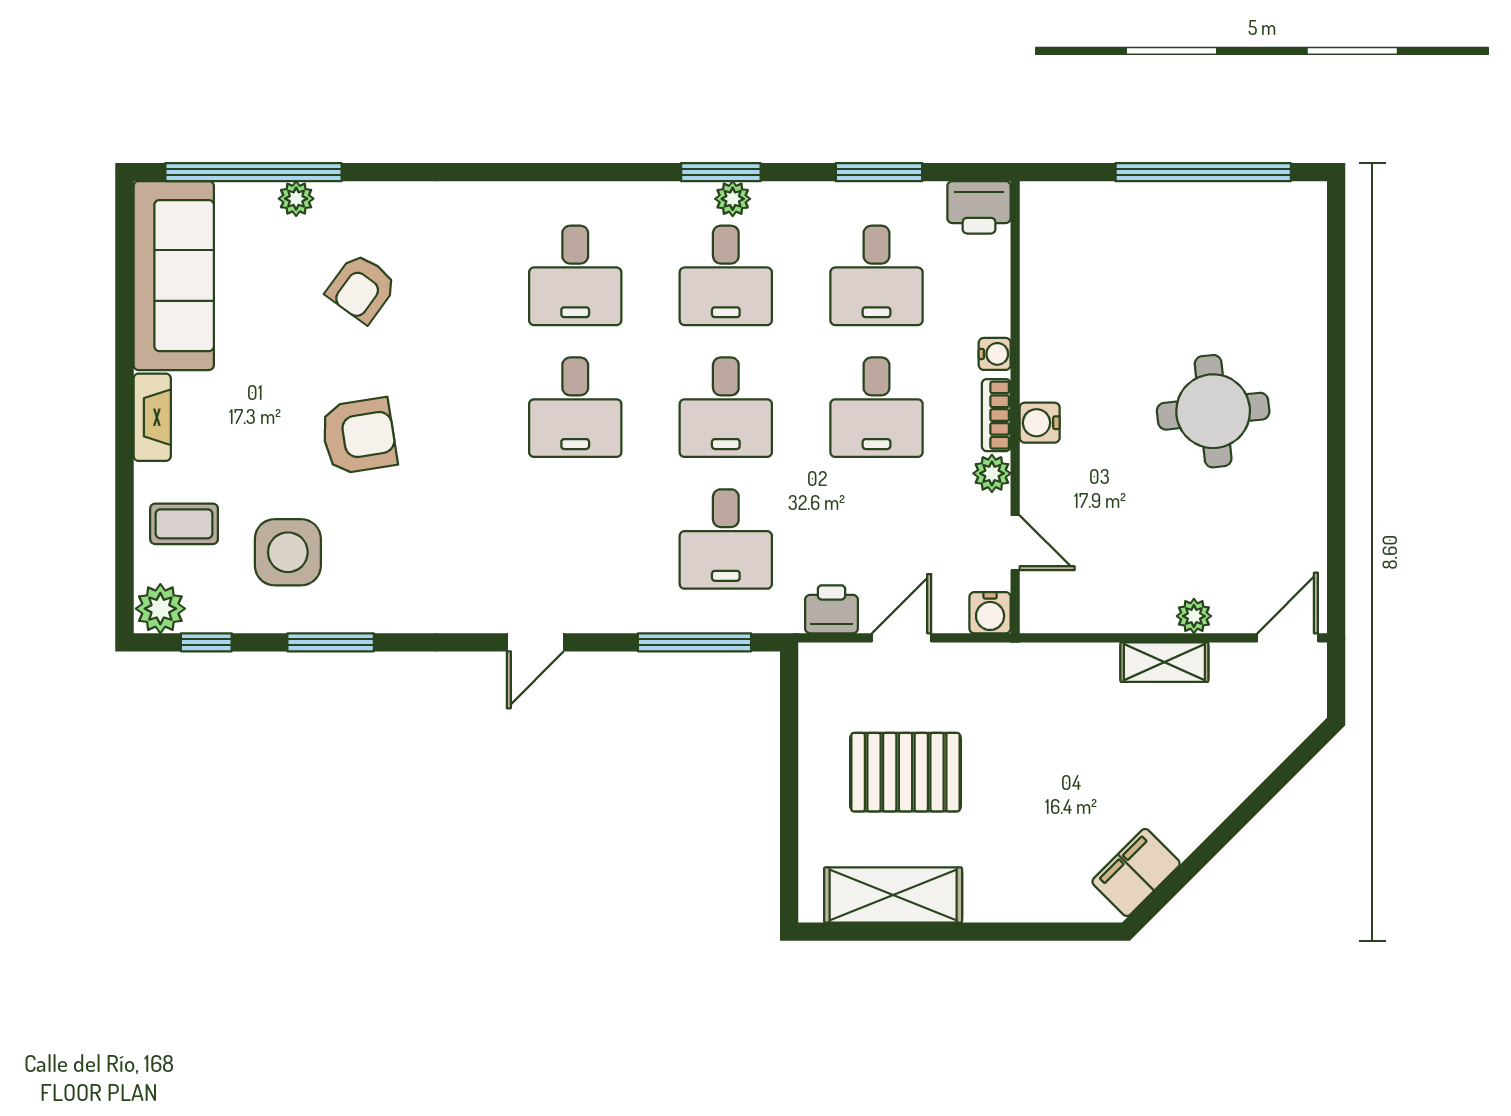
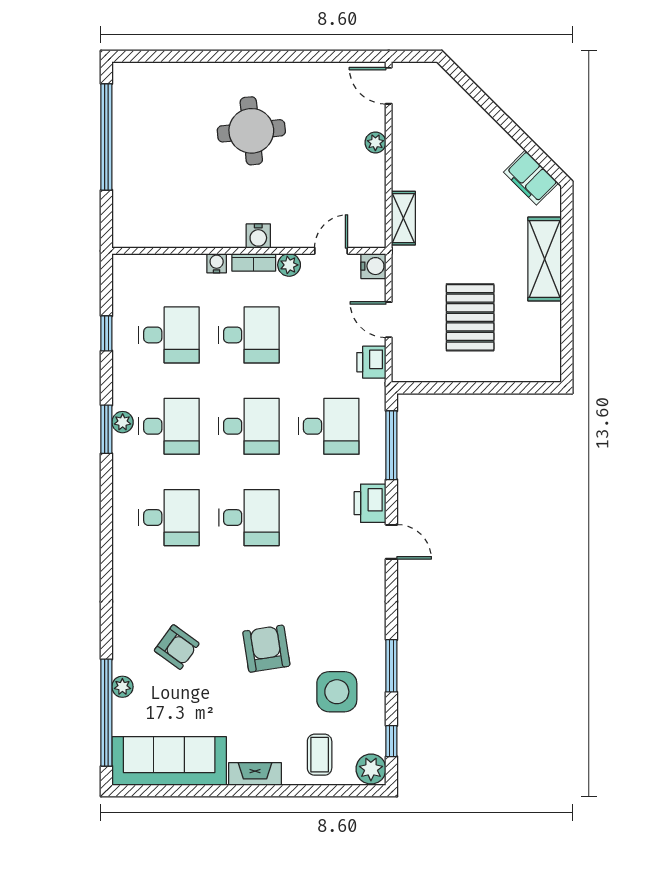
window: (879, 172) -> (106, 333), width x0.67
printer: (979, 207) -> (370, 503), moved, turned 180
shelving: (1164, 662) -> (403, 218), moved
shelving: (893, 895) -> (545, 259), moved

